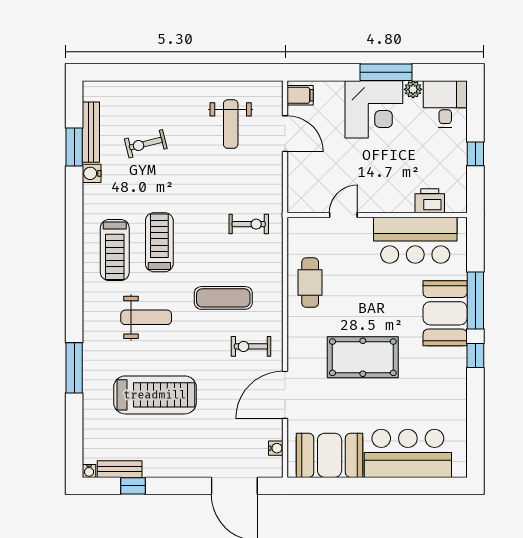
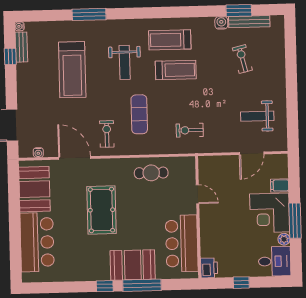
filing cabinet: (300, 95) -> (280, 185), moved, turned 90
printer: (430, 201) -> (209, 268), moved
exercise bike: (249, 224) -> (190, 130), turned 90

